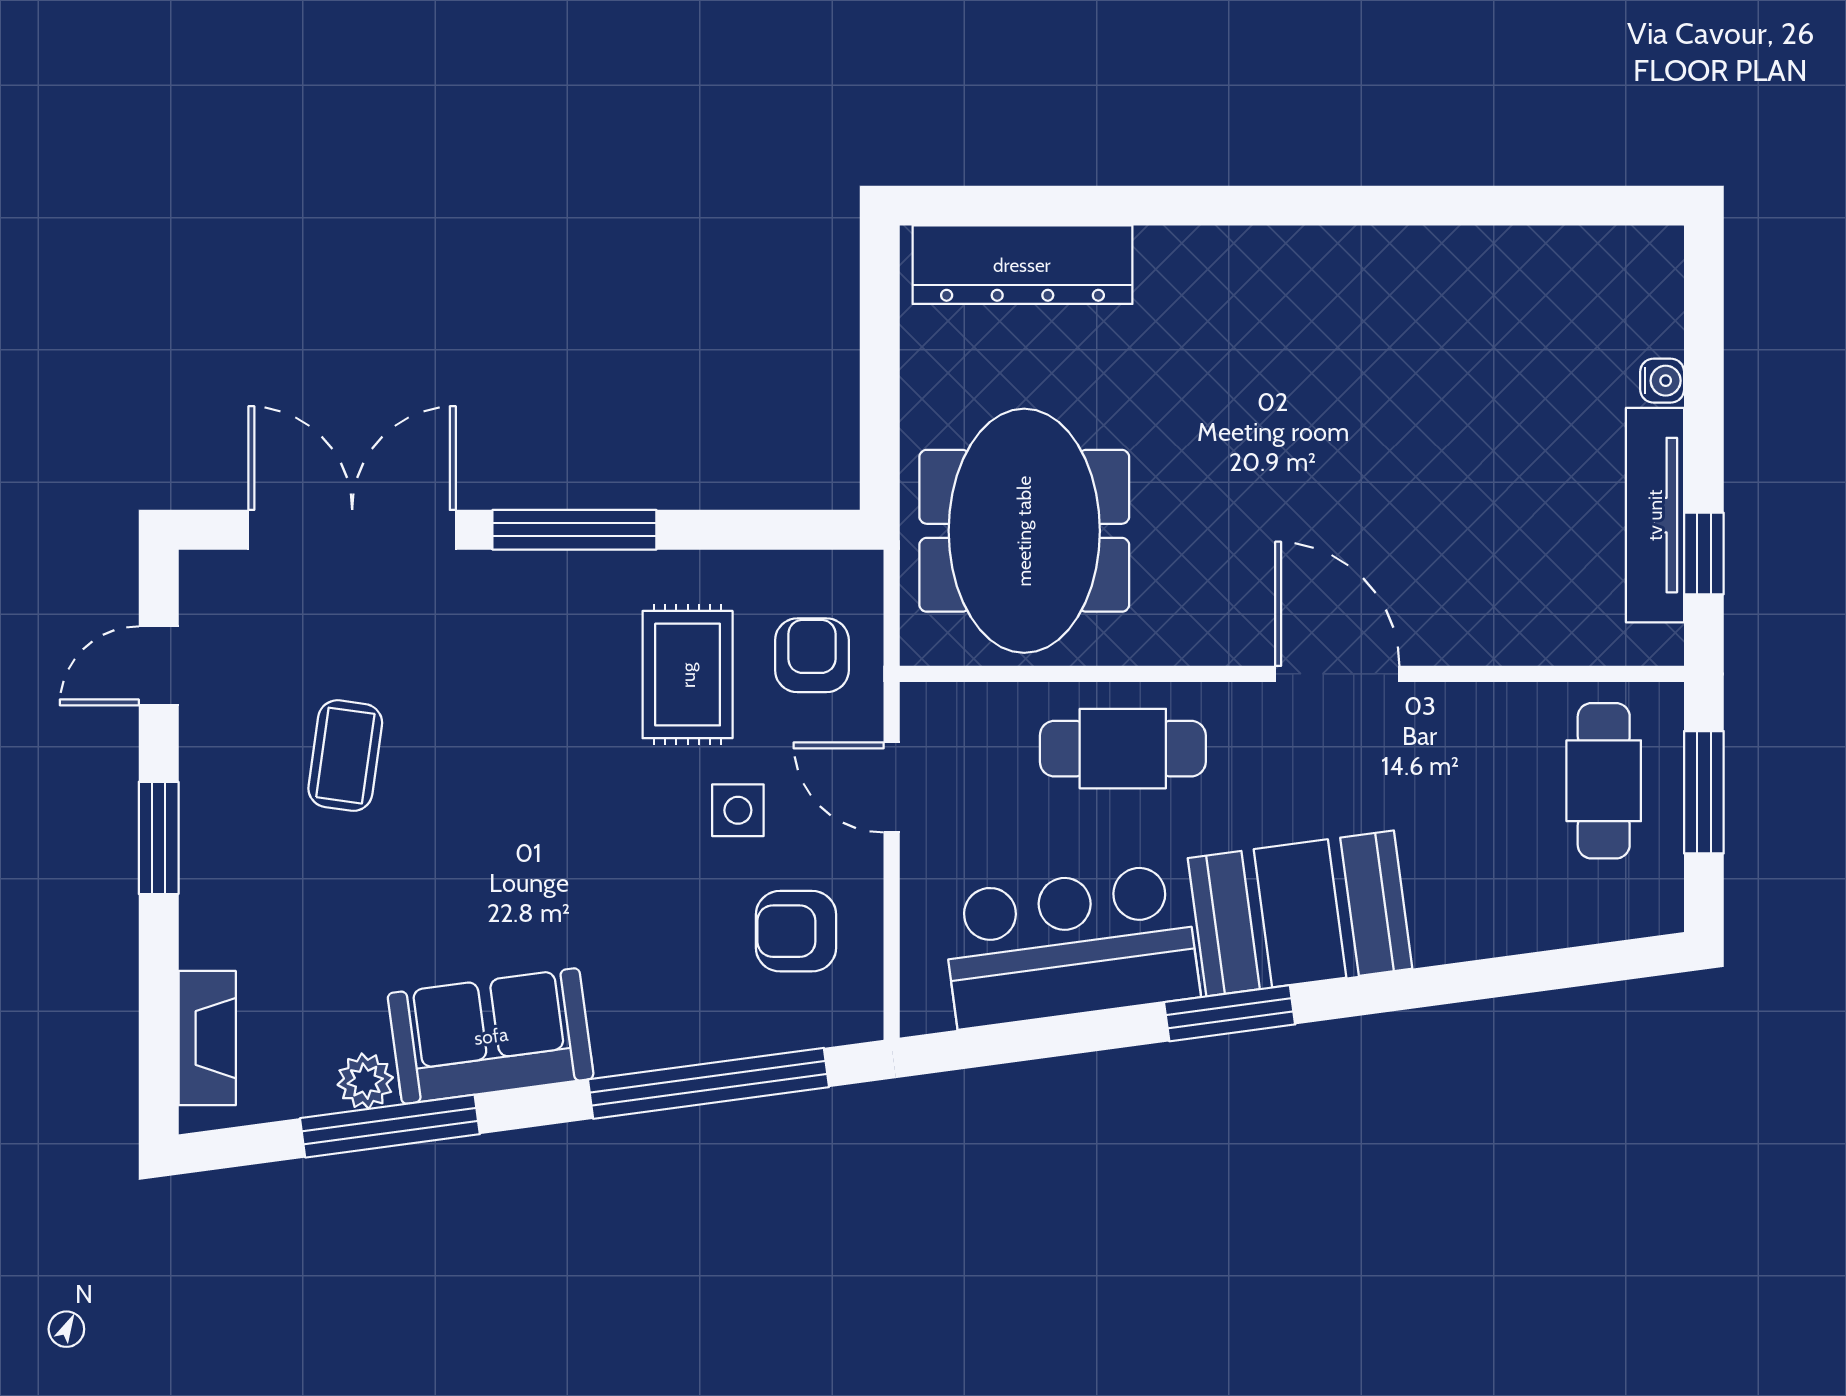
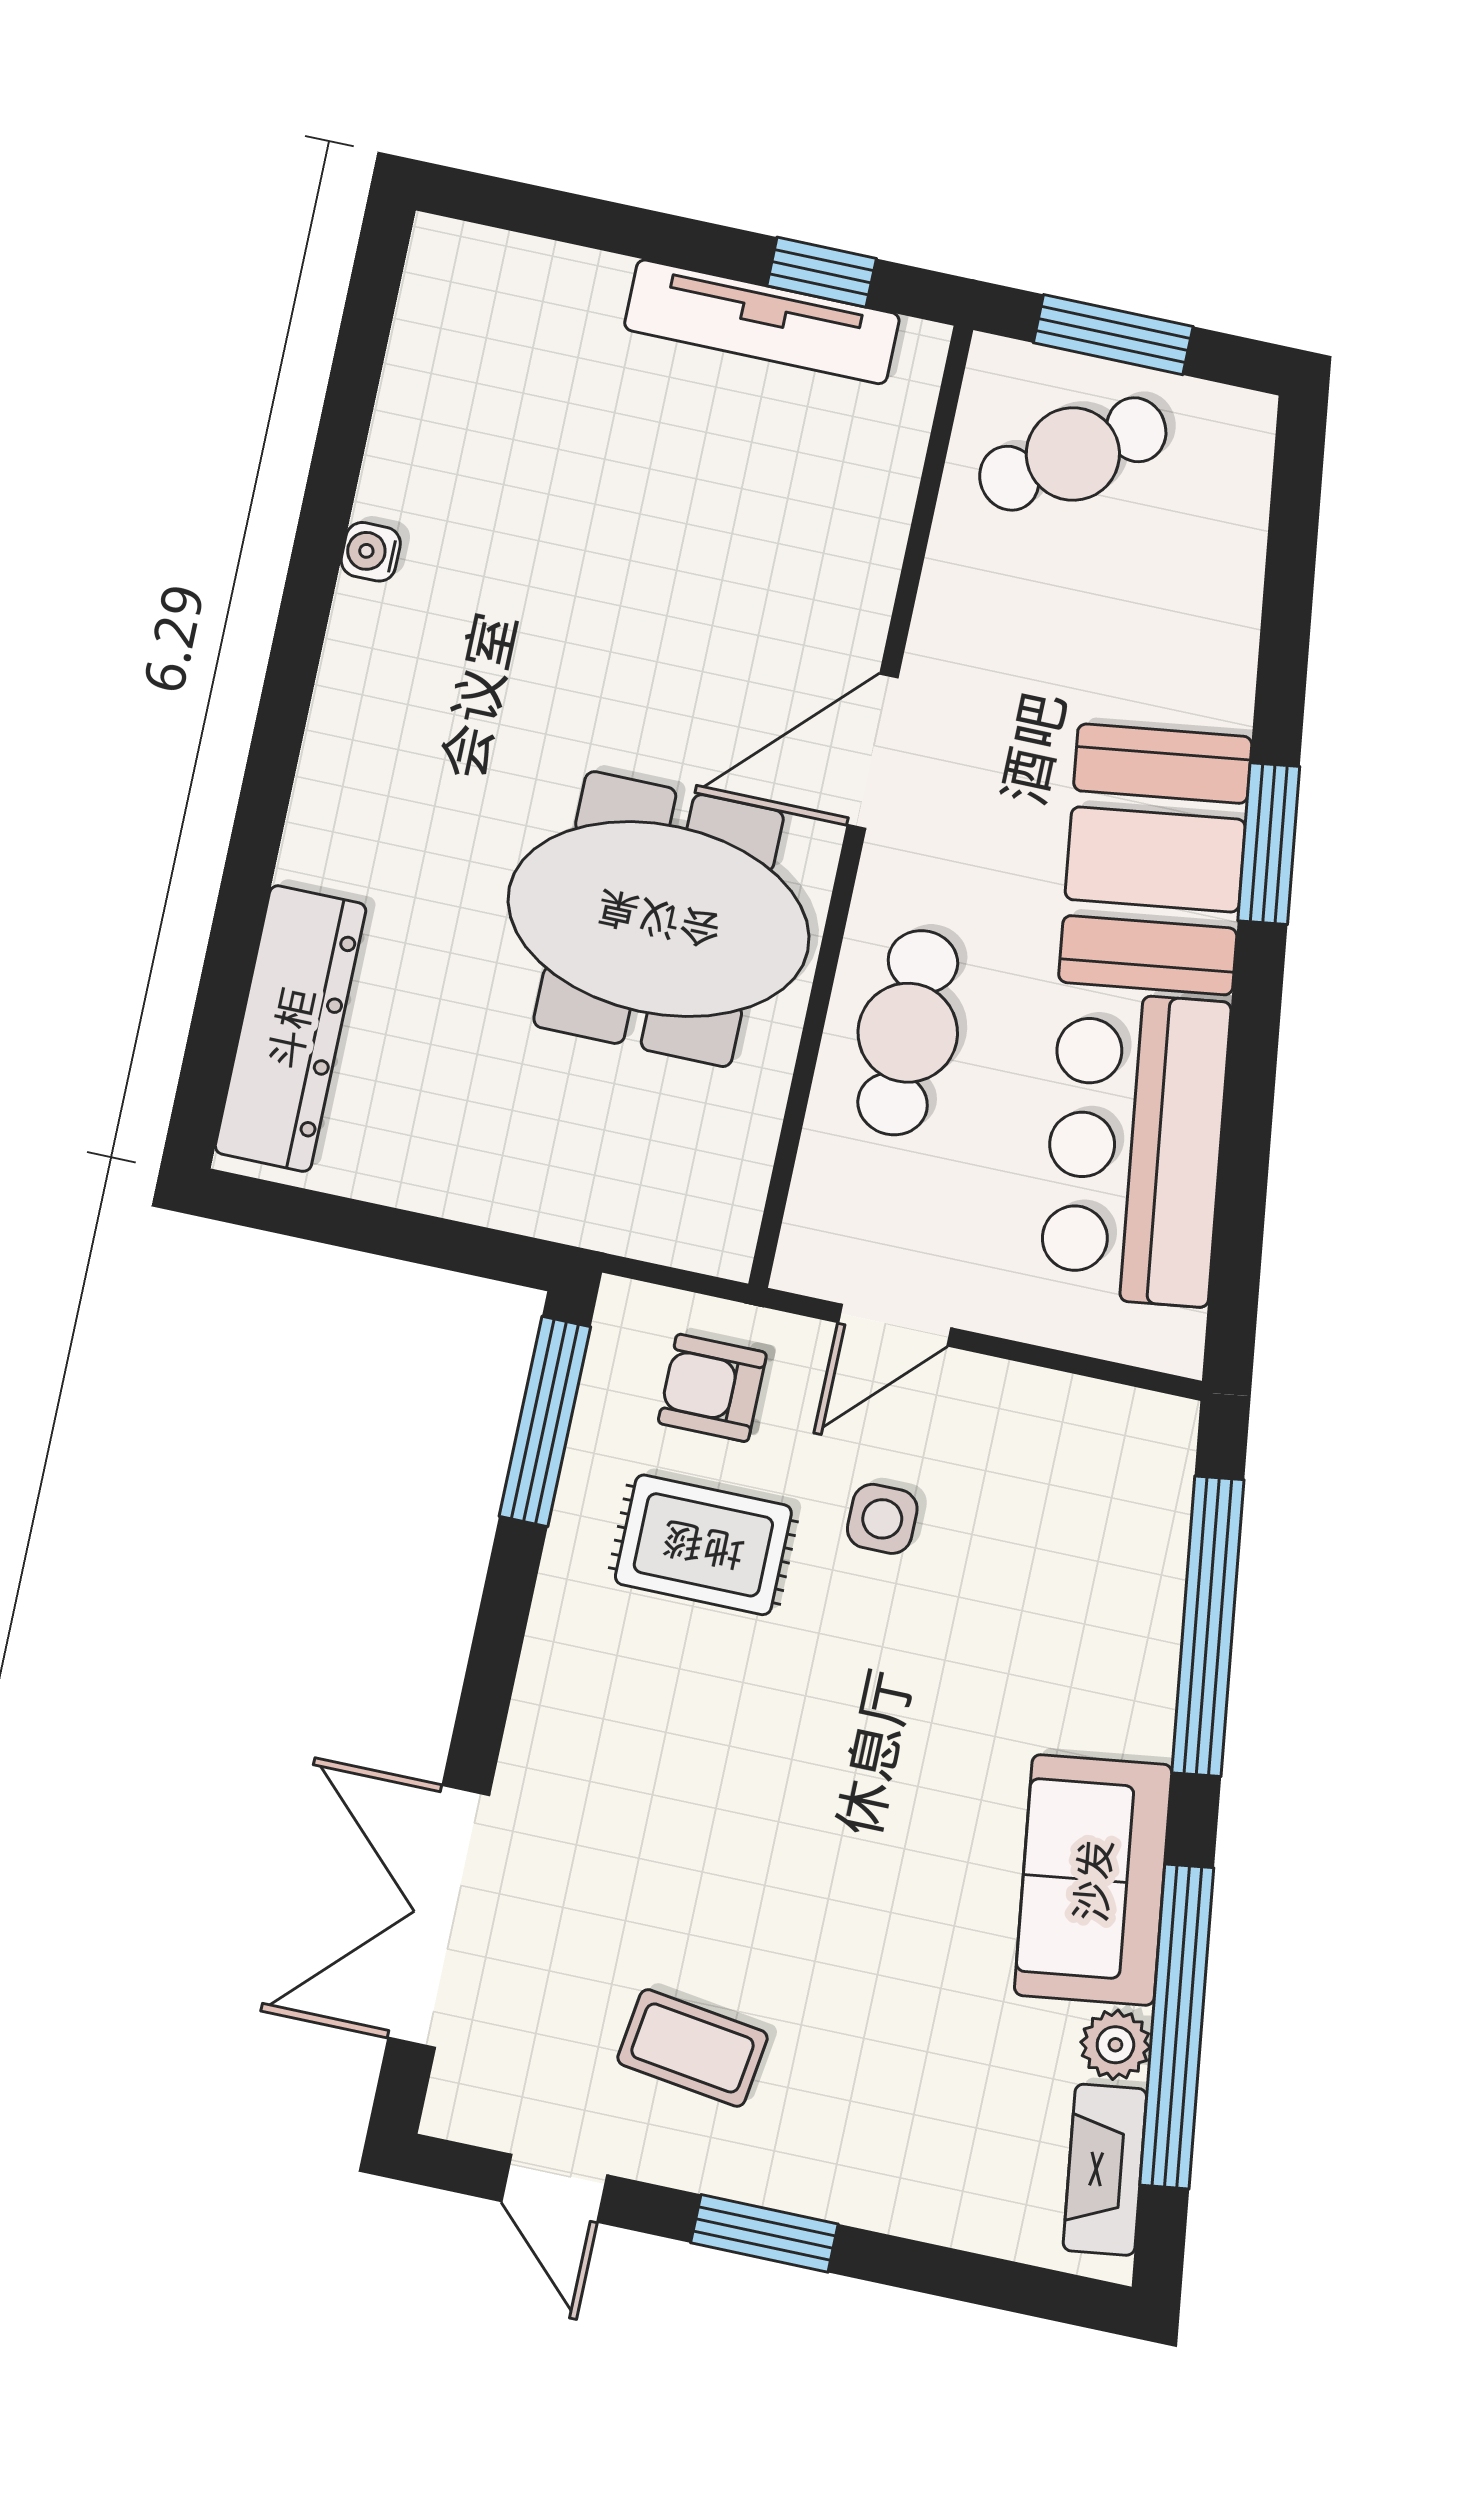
water cooler: (1662, 381) -> (371, 552), moved, turned -90
window: (574, 530) -> (545, 1421), moved
meeting table: (1024, 531) -> (659, 919), moved
coffee table: (345, 756) -> (693, 2048), moved
cafe table: (1604, 781) -> (1073, 454), turned -33
armchair: (796, 931) -> (1045, 1480), removed
window: (1230, 1013) -> (1269, 844), moved
fireplace: (207, 1038) -> (1105, 2170), moved, turned -98
window: (390, 1126) -> (1177, 2026), width x1.46

